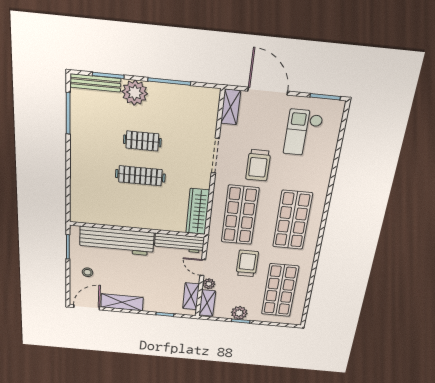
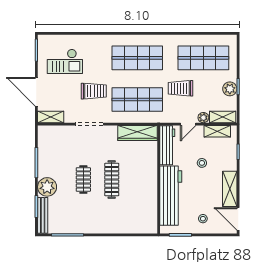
door: (268, 91) -> (36, 92), hinge flipped
stool: (155, 277) -> (202, 163), added

